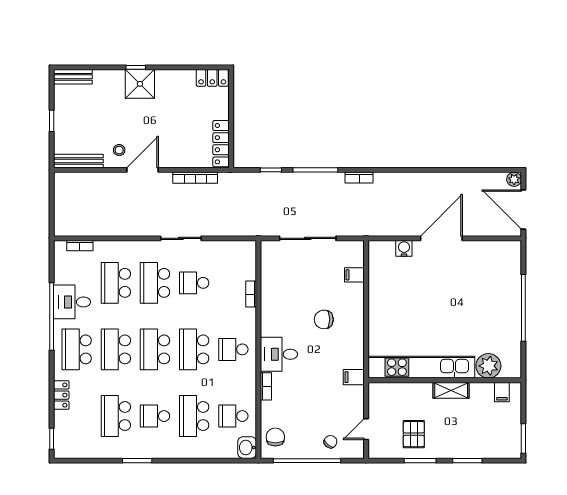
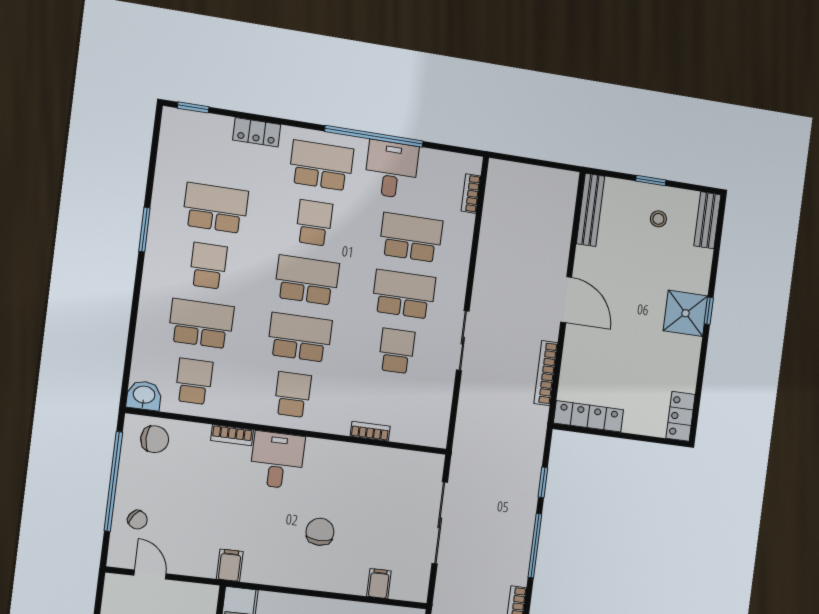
stool: (119, 150) -> (658, 219), moved
school desk: (116, 349) -> (314, 223), width x0.54

